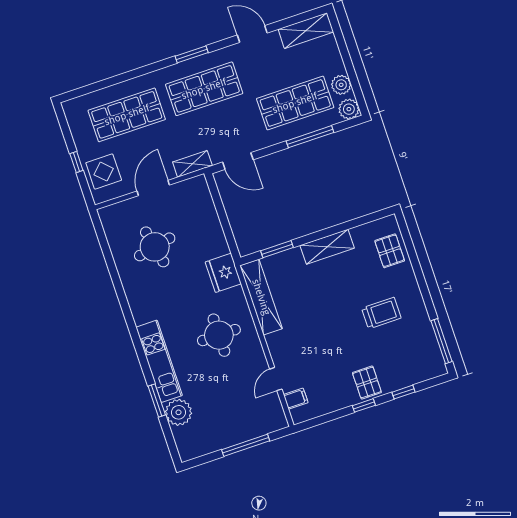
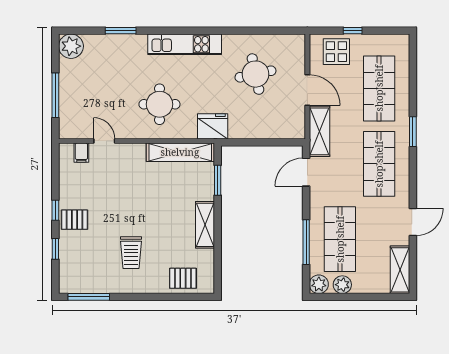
window: (192, 54) -> (413, 132), moved
shelving: (192, 164) -> (319, 131), width x1.50, depth x1.33
kitchen unit: (159, 361) -> (185, 44), moved
plant: (179, 412) -> (71, 46), moved

